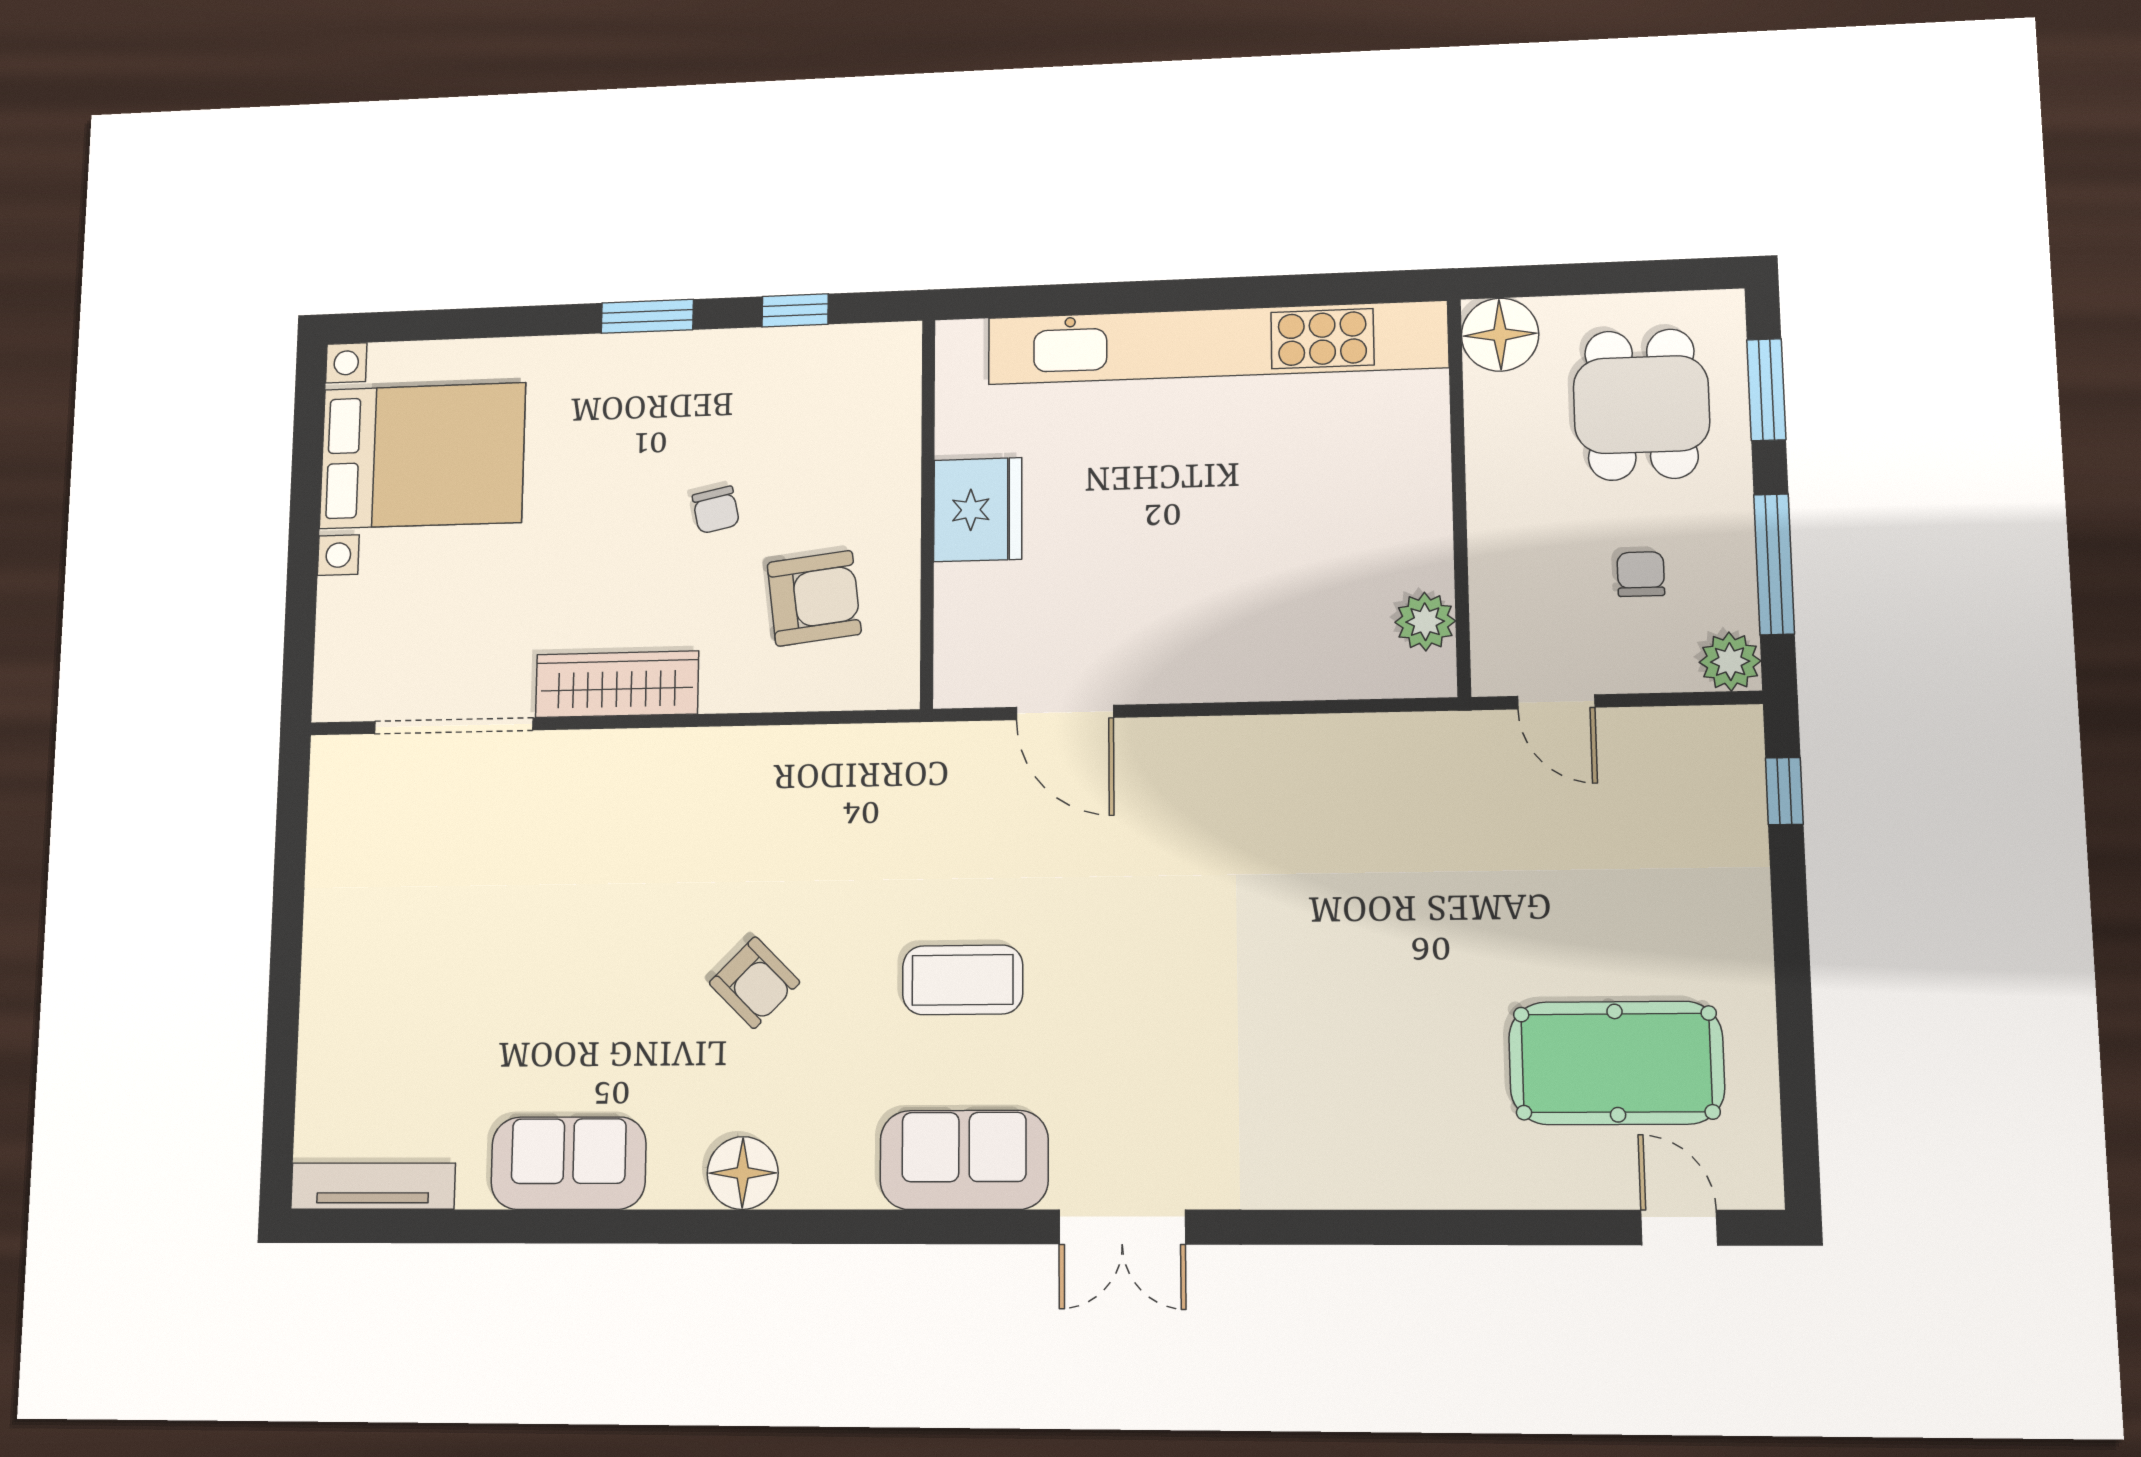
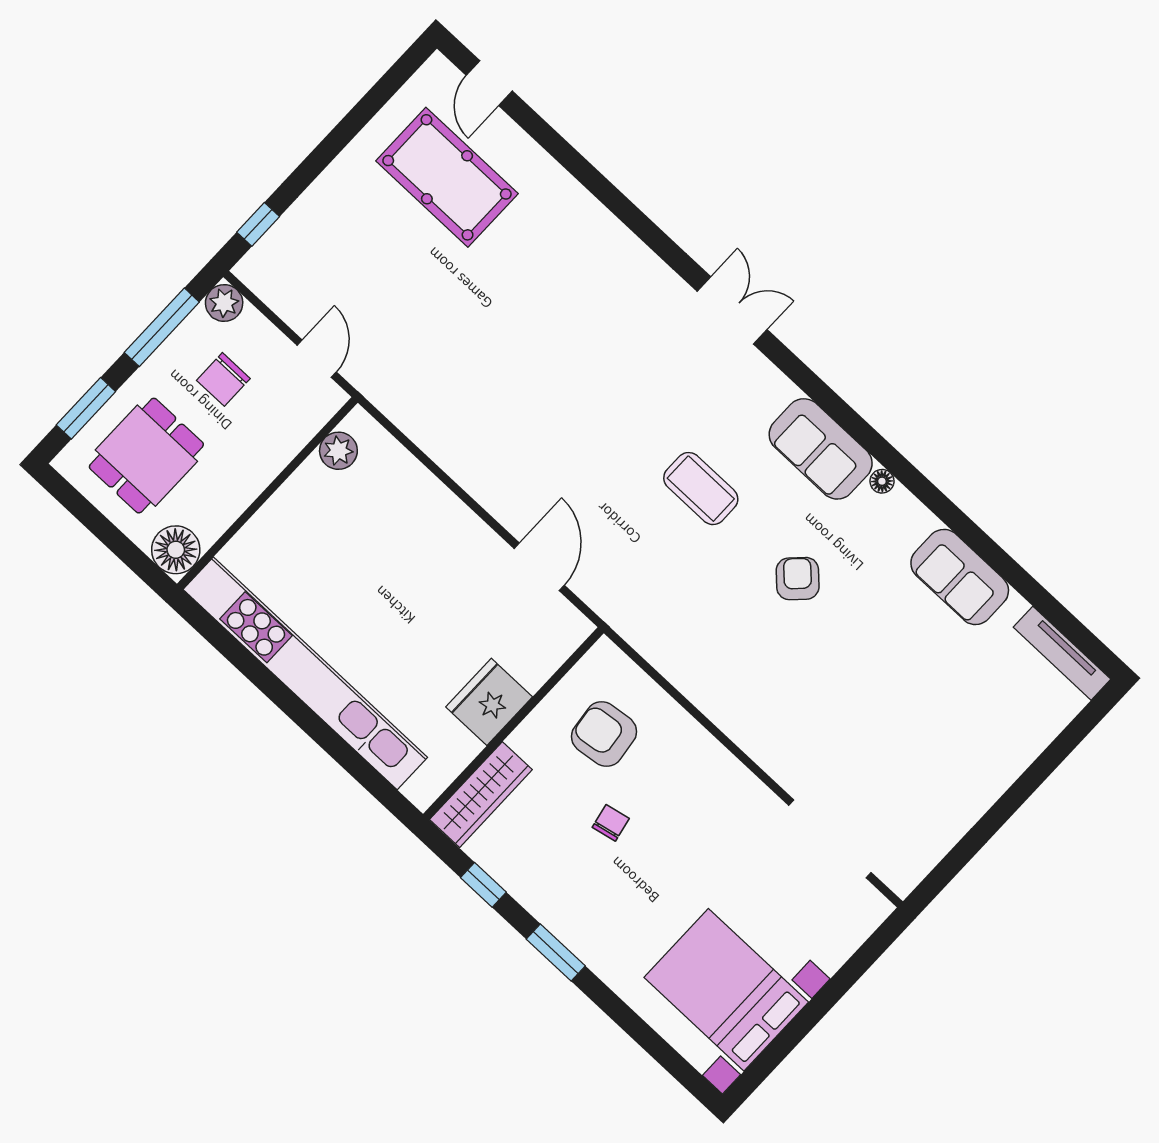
chair: (1641, 574) -> (223, 379), width x1.37, depth x1.37
wardrobe: (617, 684) -> (481, 795), moved, turned -90
sofa: (964, 1160) -> (821, 449), moved
floor lamp: (743, 1173) -> (882, 481), width x0.53, depth x0.53

